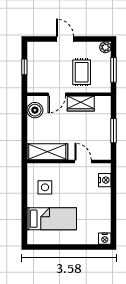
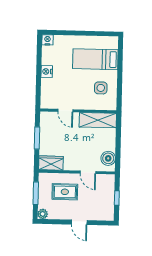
rug: (82, 72) -> (65, 192), turned 90
door: (57, 94) -> (88, 172), swing flipped
wardrobe: (81, 103) -> (51, 163), moved
nightstand: (105, 180) -> (47, 71), moved

